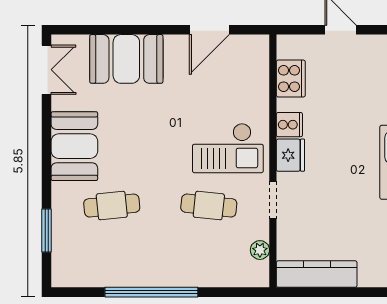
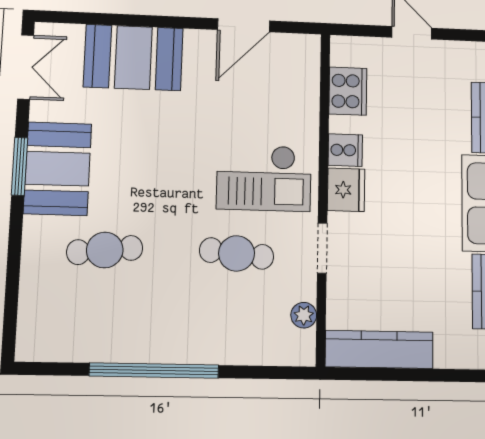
window: (47, 231) -> (19, 166), moved

